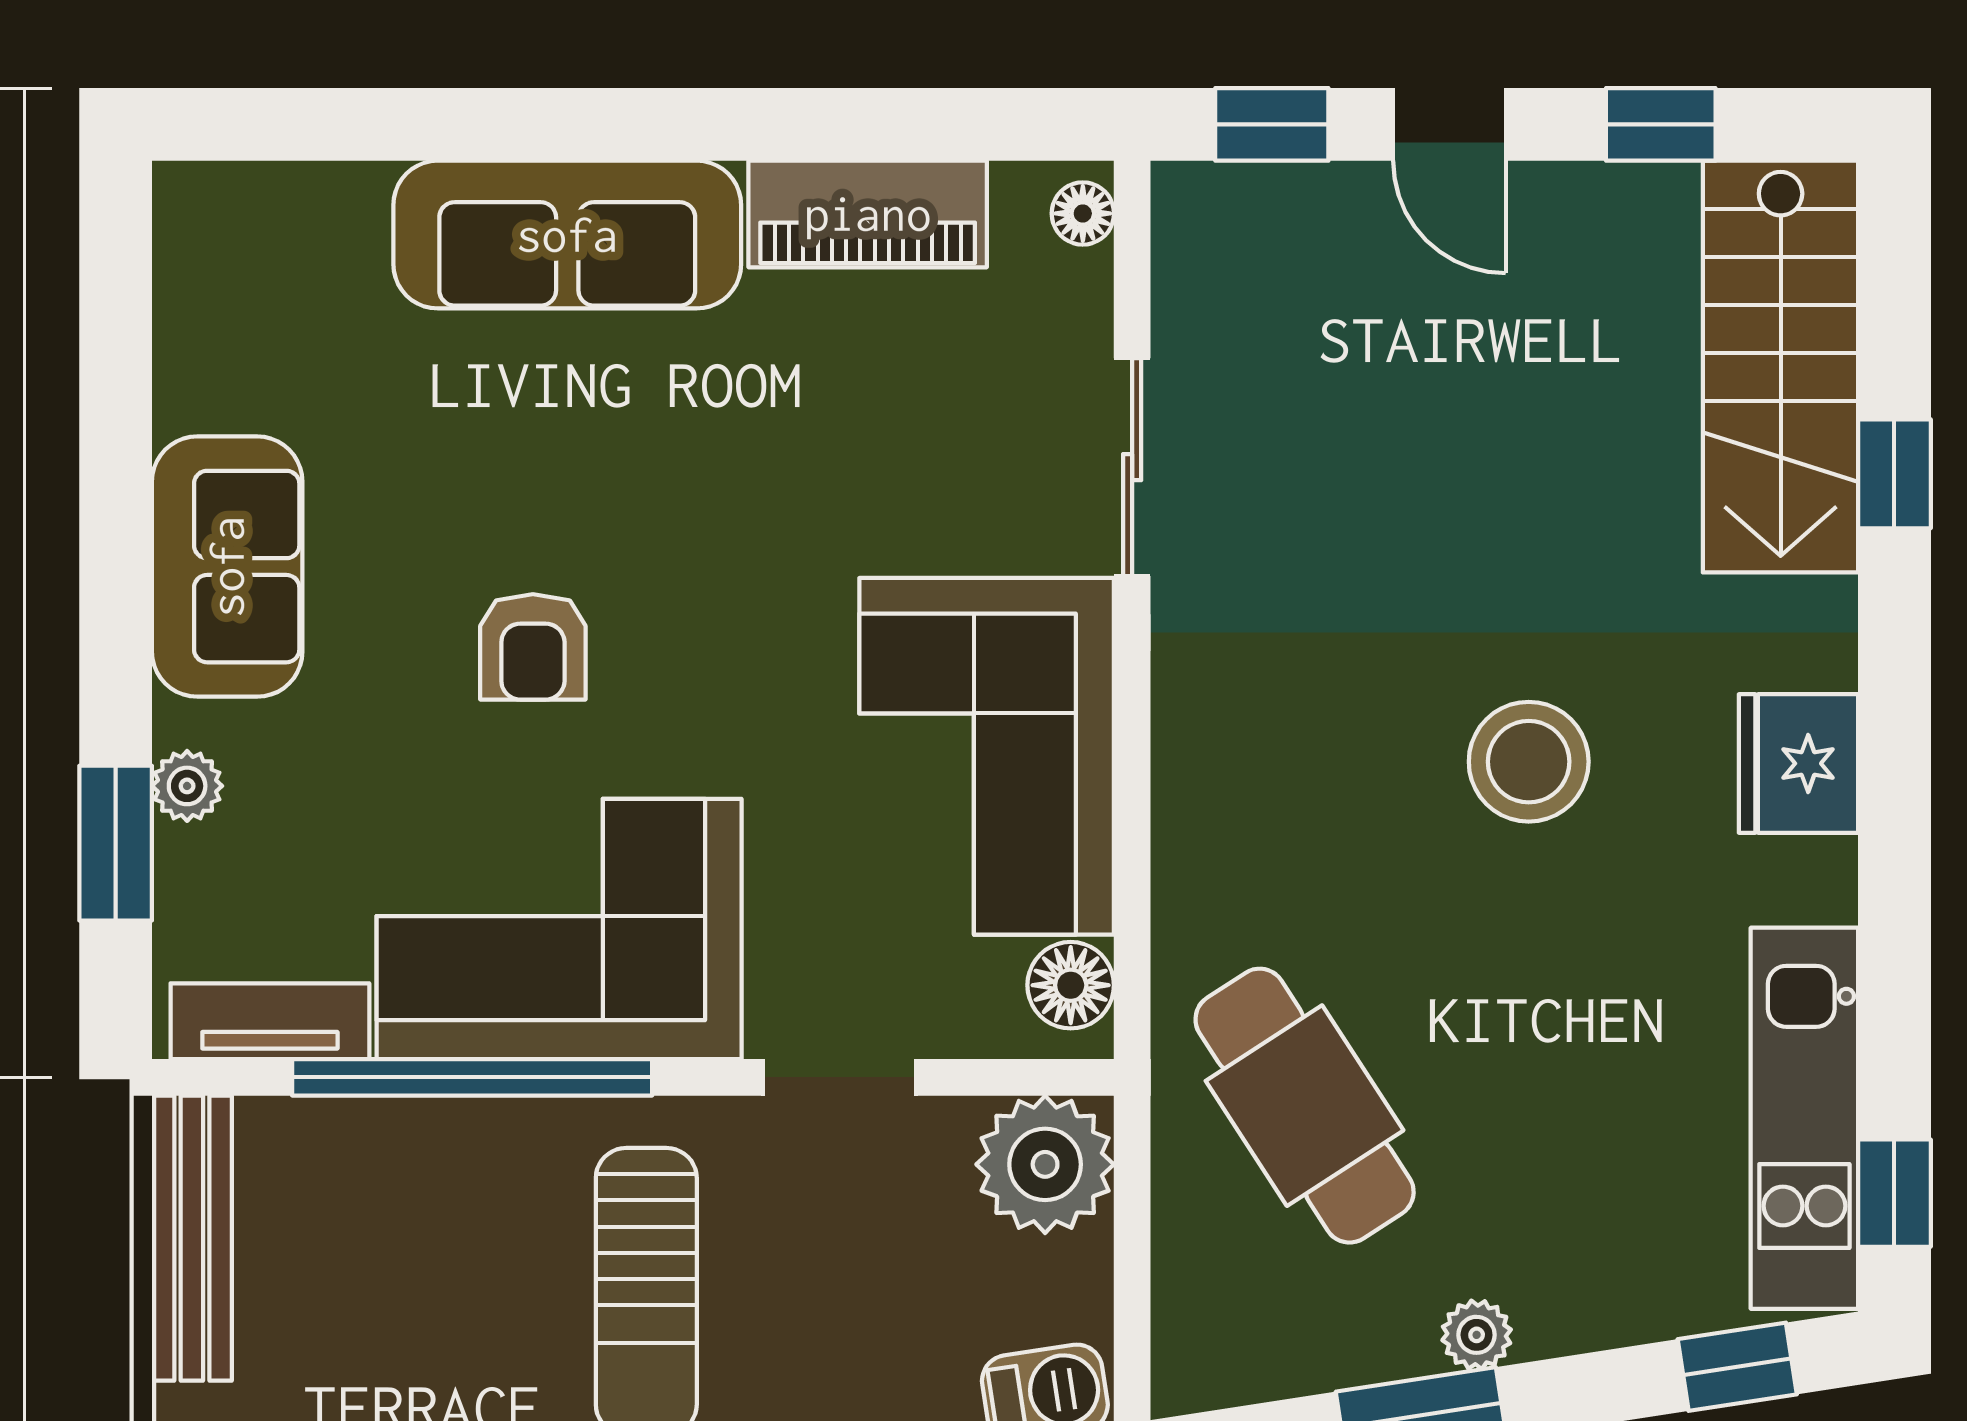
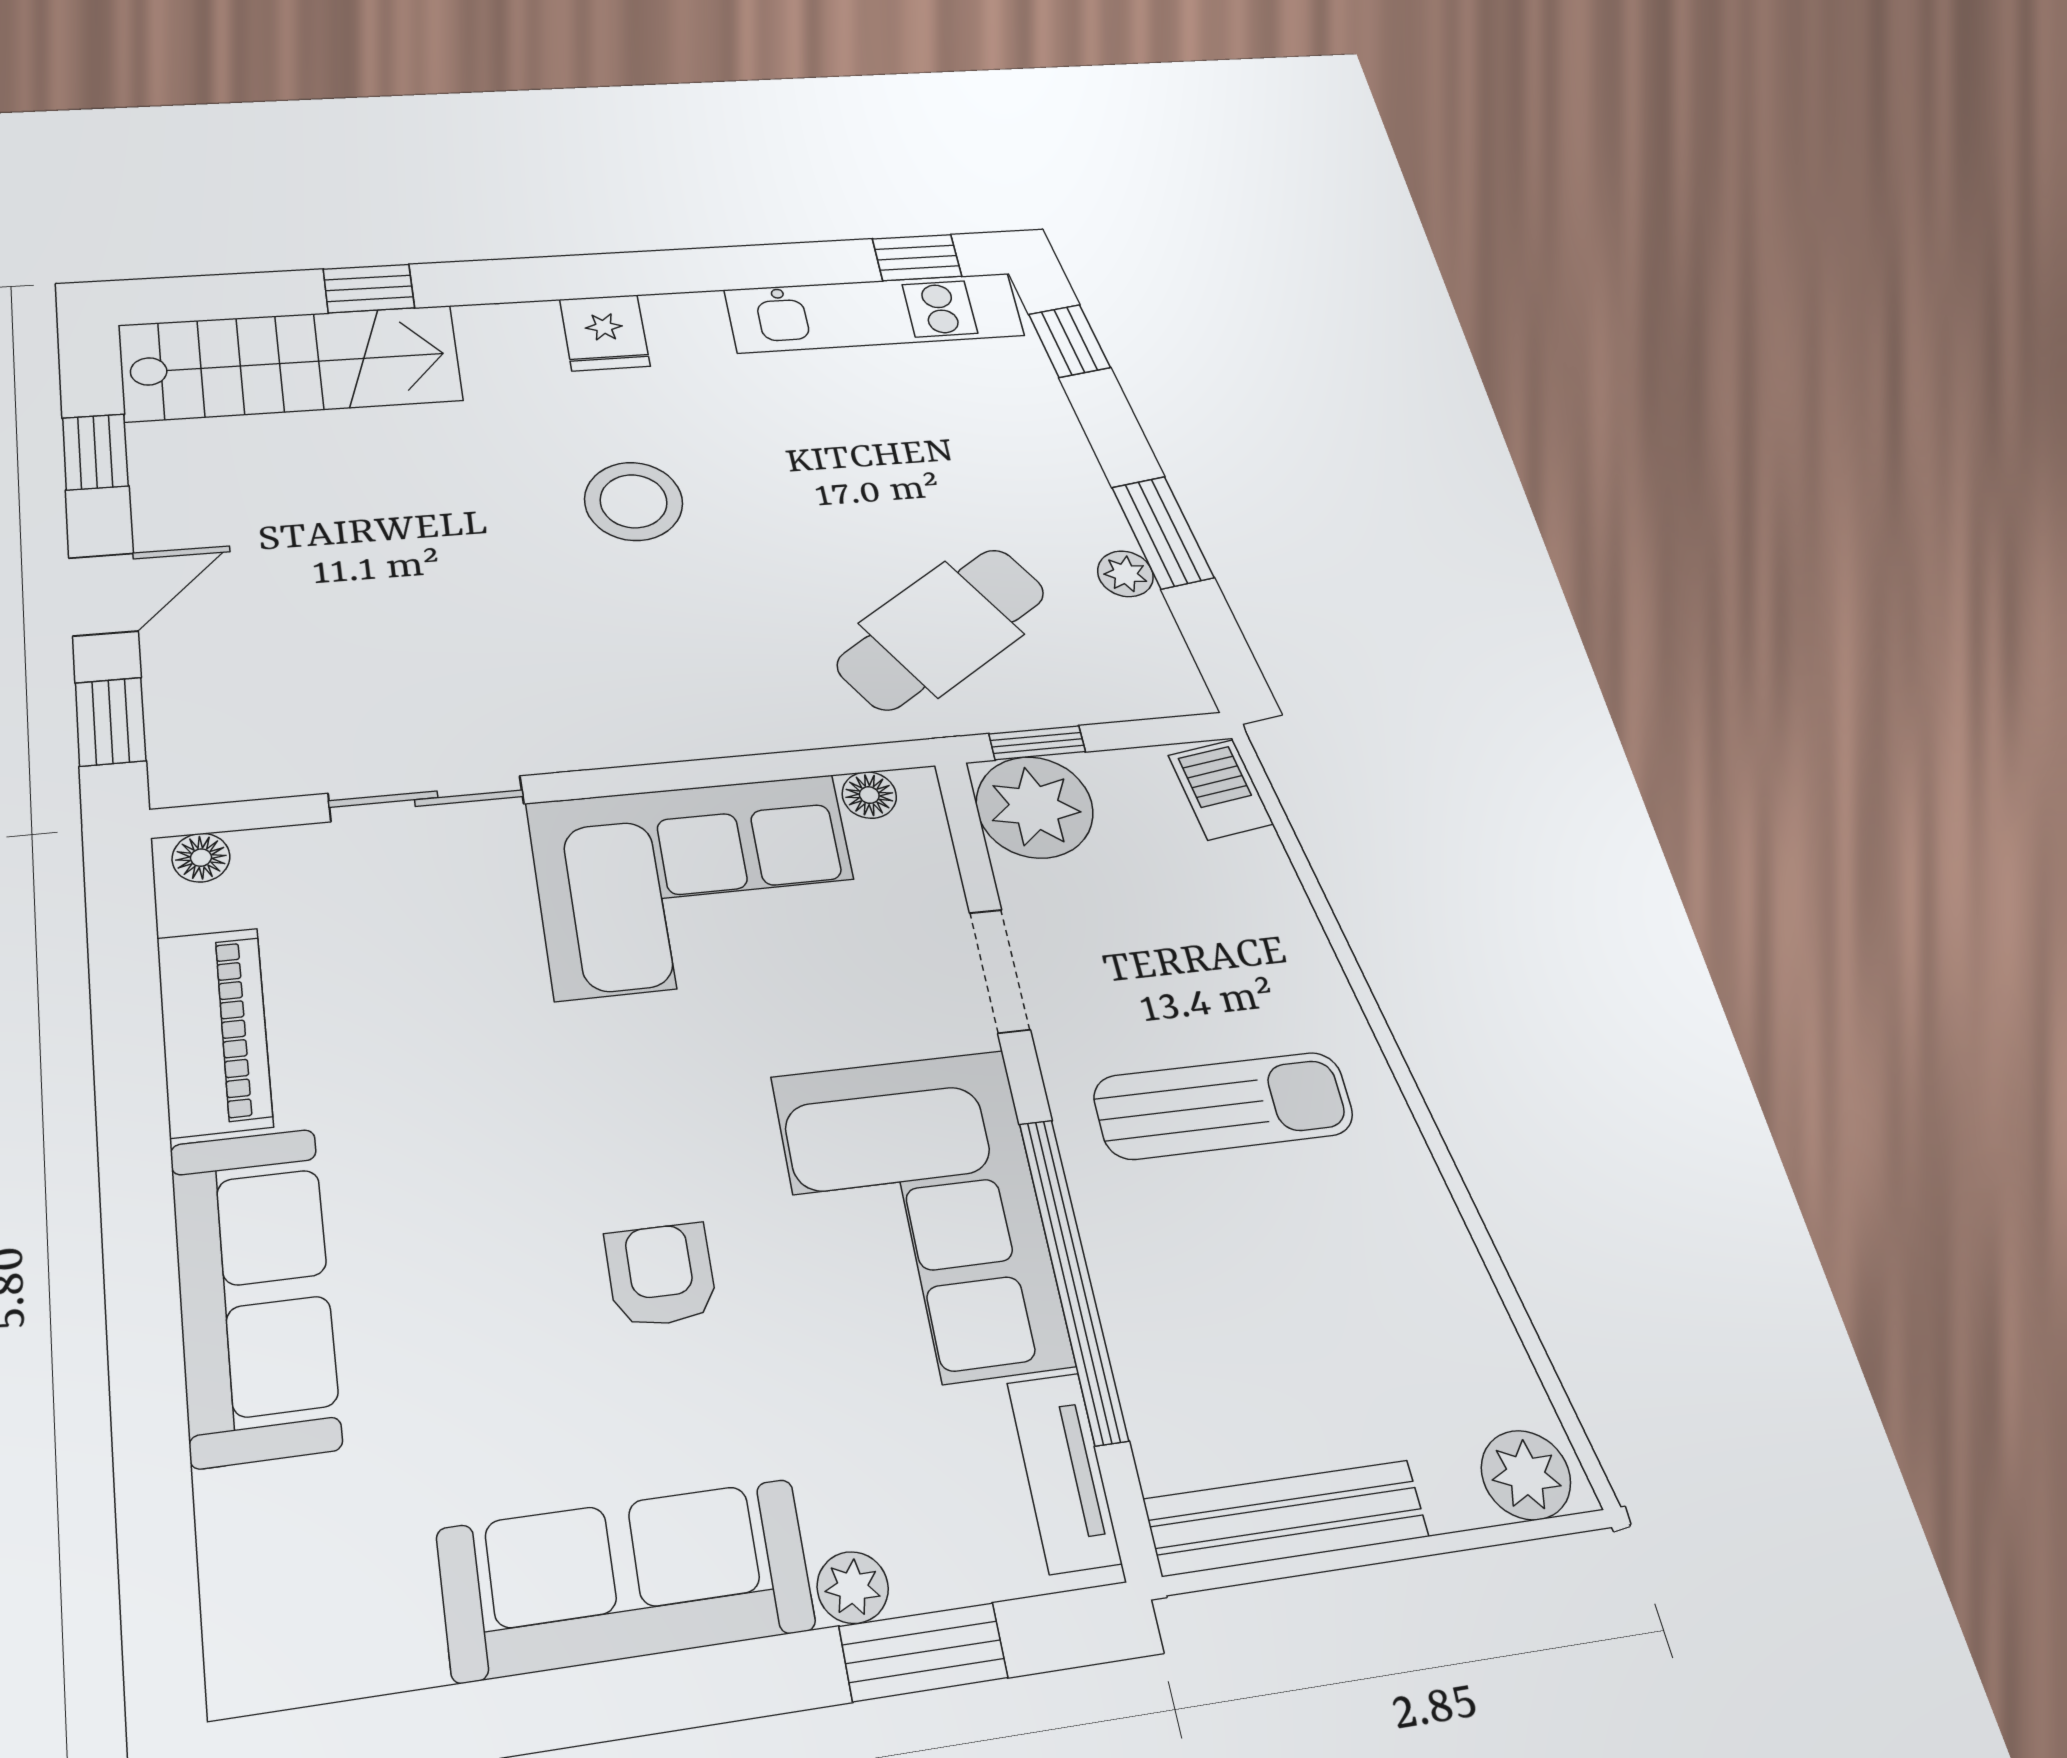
sofa: (227, 567) -> (626, 1579), width x1.36
armchair: (533, 647) -> (661, 1275), turned -90
fridge: (1798, 763) -> (605, 333), width x0.72
floor lamp: (1071, 985) -> (869, 795), width x0.73, depth x0.73
window: (1132, 1187) -> (1037, 743), added
plant: (1477, 1335) -> (1125, 574), moved

